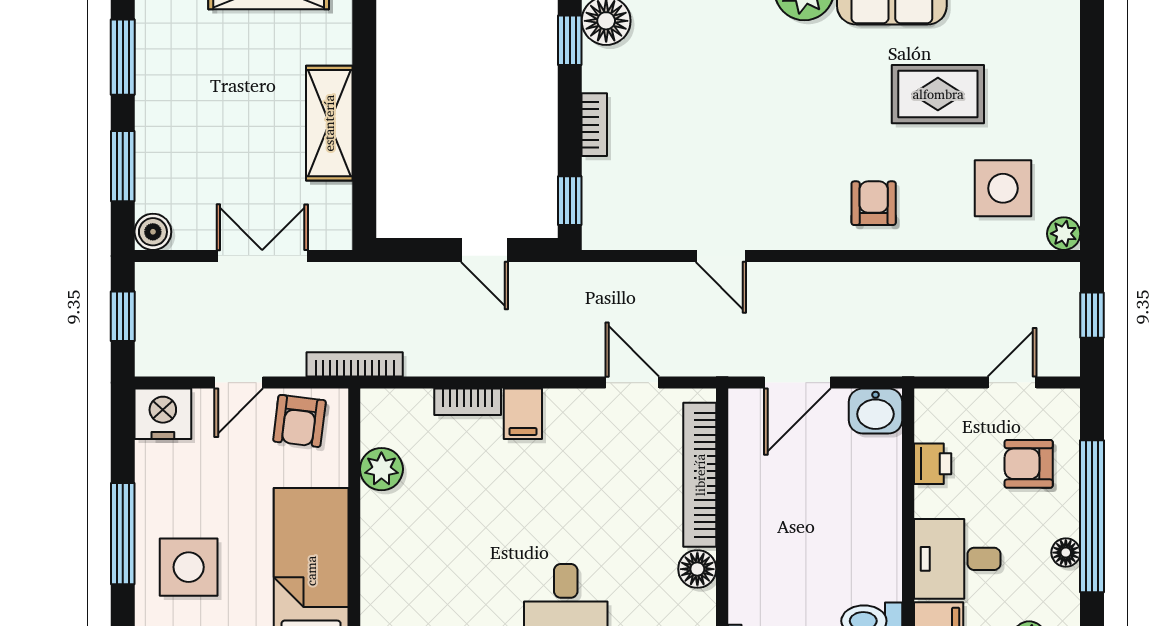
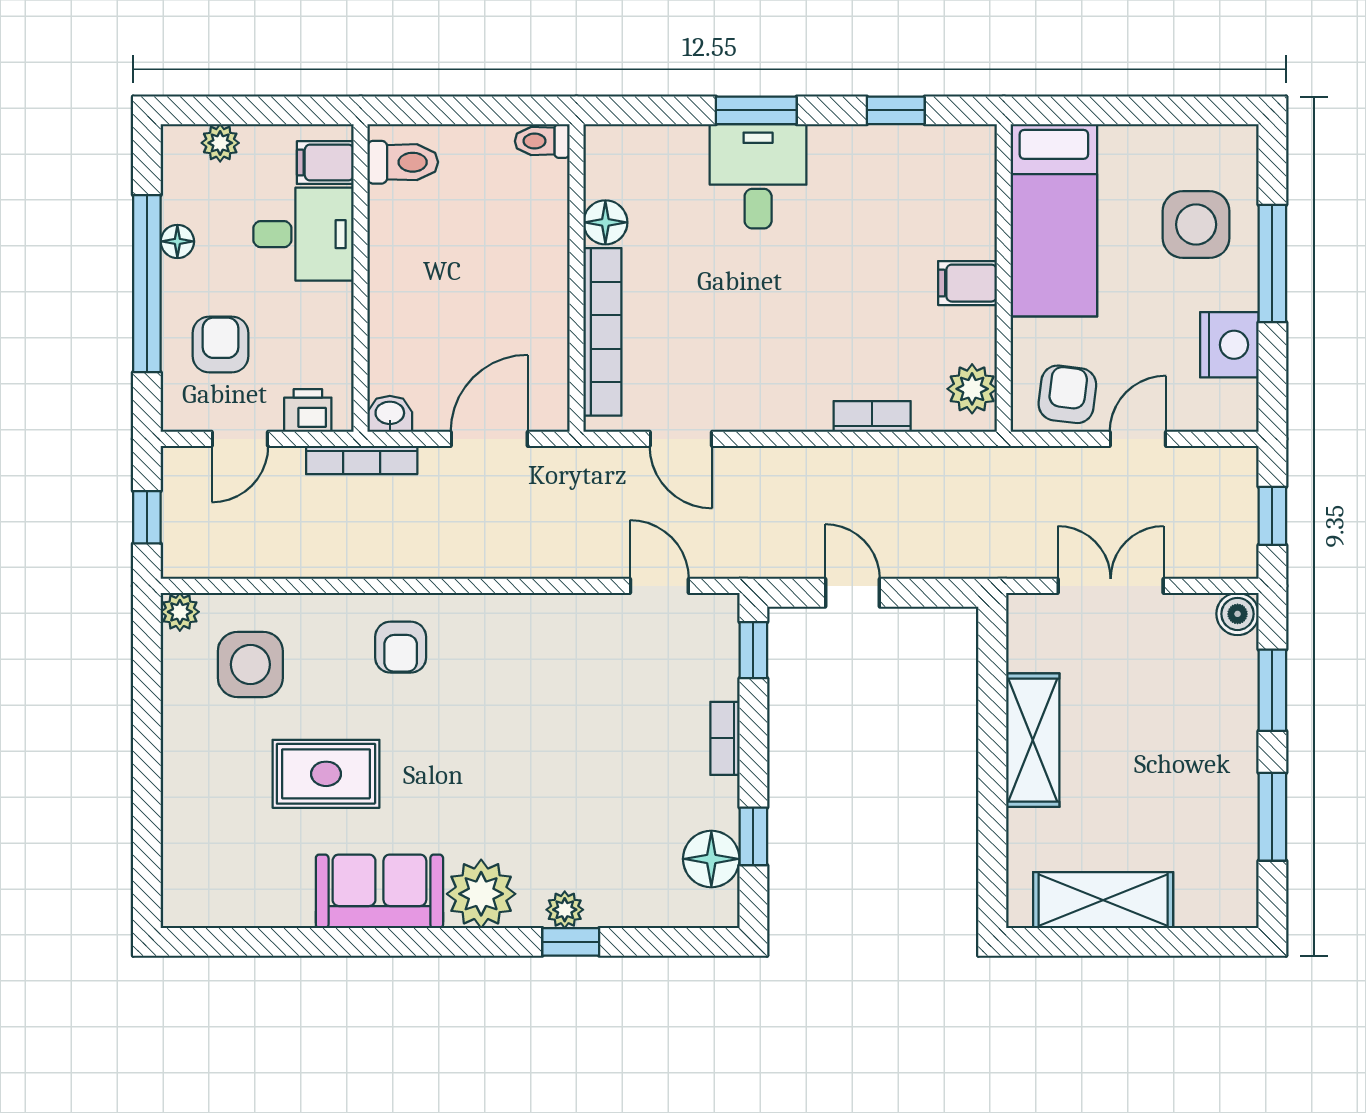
double door: (262, 256) -> (1111, 586), swing flipped
door: (721, 256) -> (659, 586), moved
bookcase: (355, 364) -> (362, 460), moved
washbasin: (876, 411) -> (390, 414), width x0.72, depth x0.69
nightstand: (163, 414) -> (1229, 345), moved, turned -90
filing cabinet: (523, 414) -> (967, 283), moved, turned -90
printer: (933, 464) -> (308, 410), moved, turned 90
armchair: (1029, 464) -> (221, 344), turned -90
plant: (381, 469) -> (972, 389), moved

